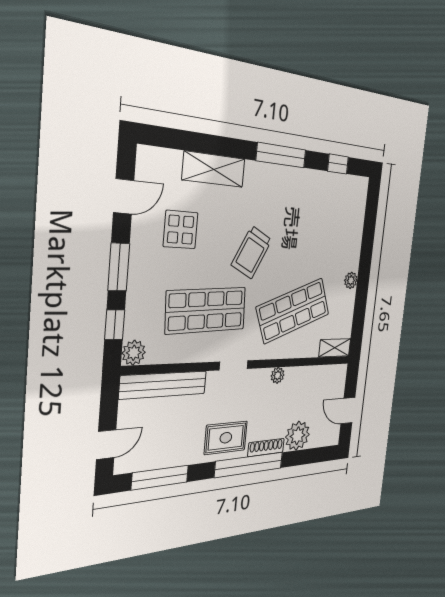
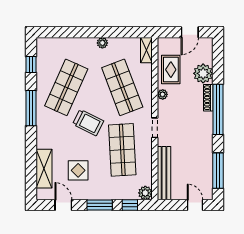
shelving: (214, 169) -> (44, 169), moved
shop shelf: (303, 219) -> (66, 87), added
rug: (226, 438) -> (171, 70), moved

